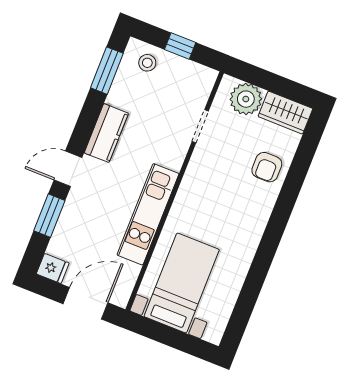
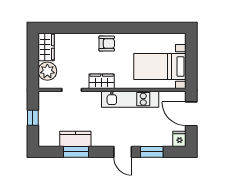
stool: (147, 63) -> (49, 132), removed
window: (107, 71) -> (76, 152), moved
kitchen counter: (106, 133) -> (75, 139), moved
armchair: (267, 167) -> (107, 43), moved
wardrobe: (195, 180) -> (102, 81), added

